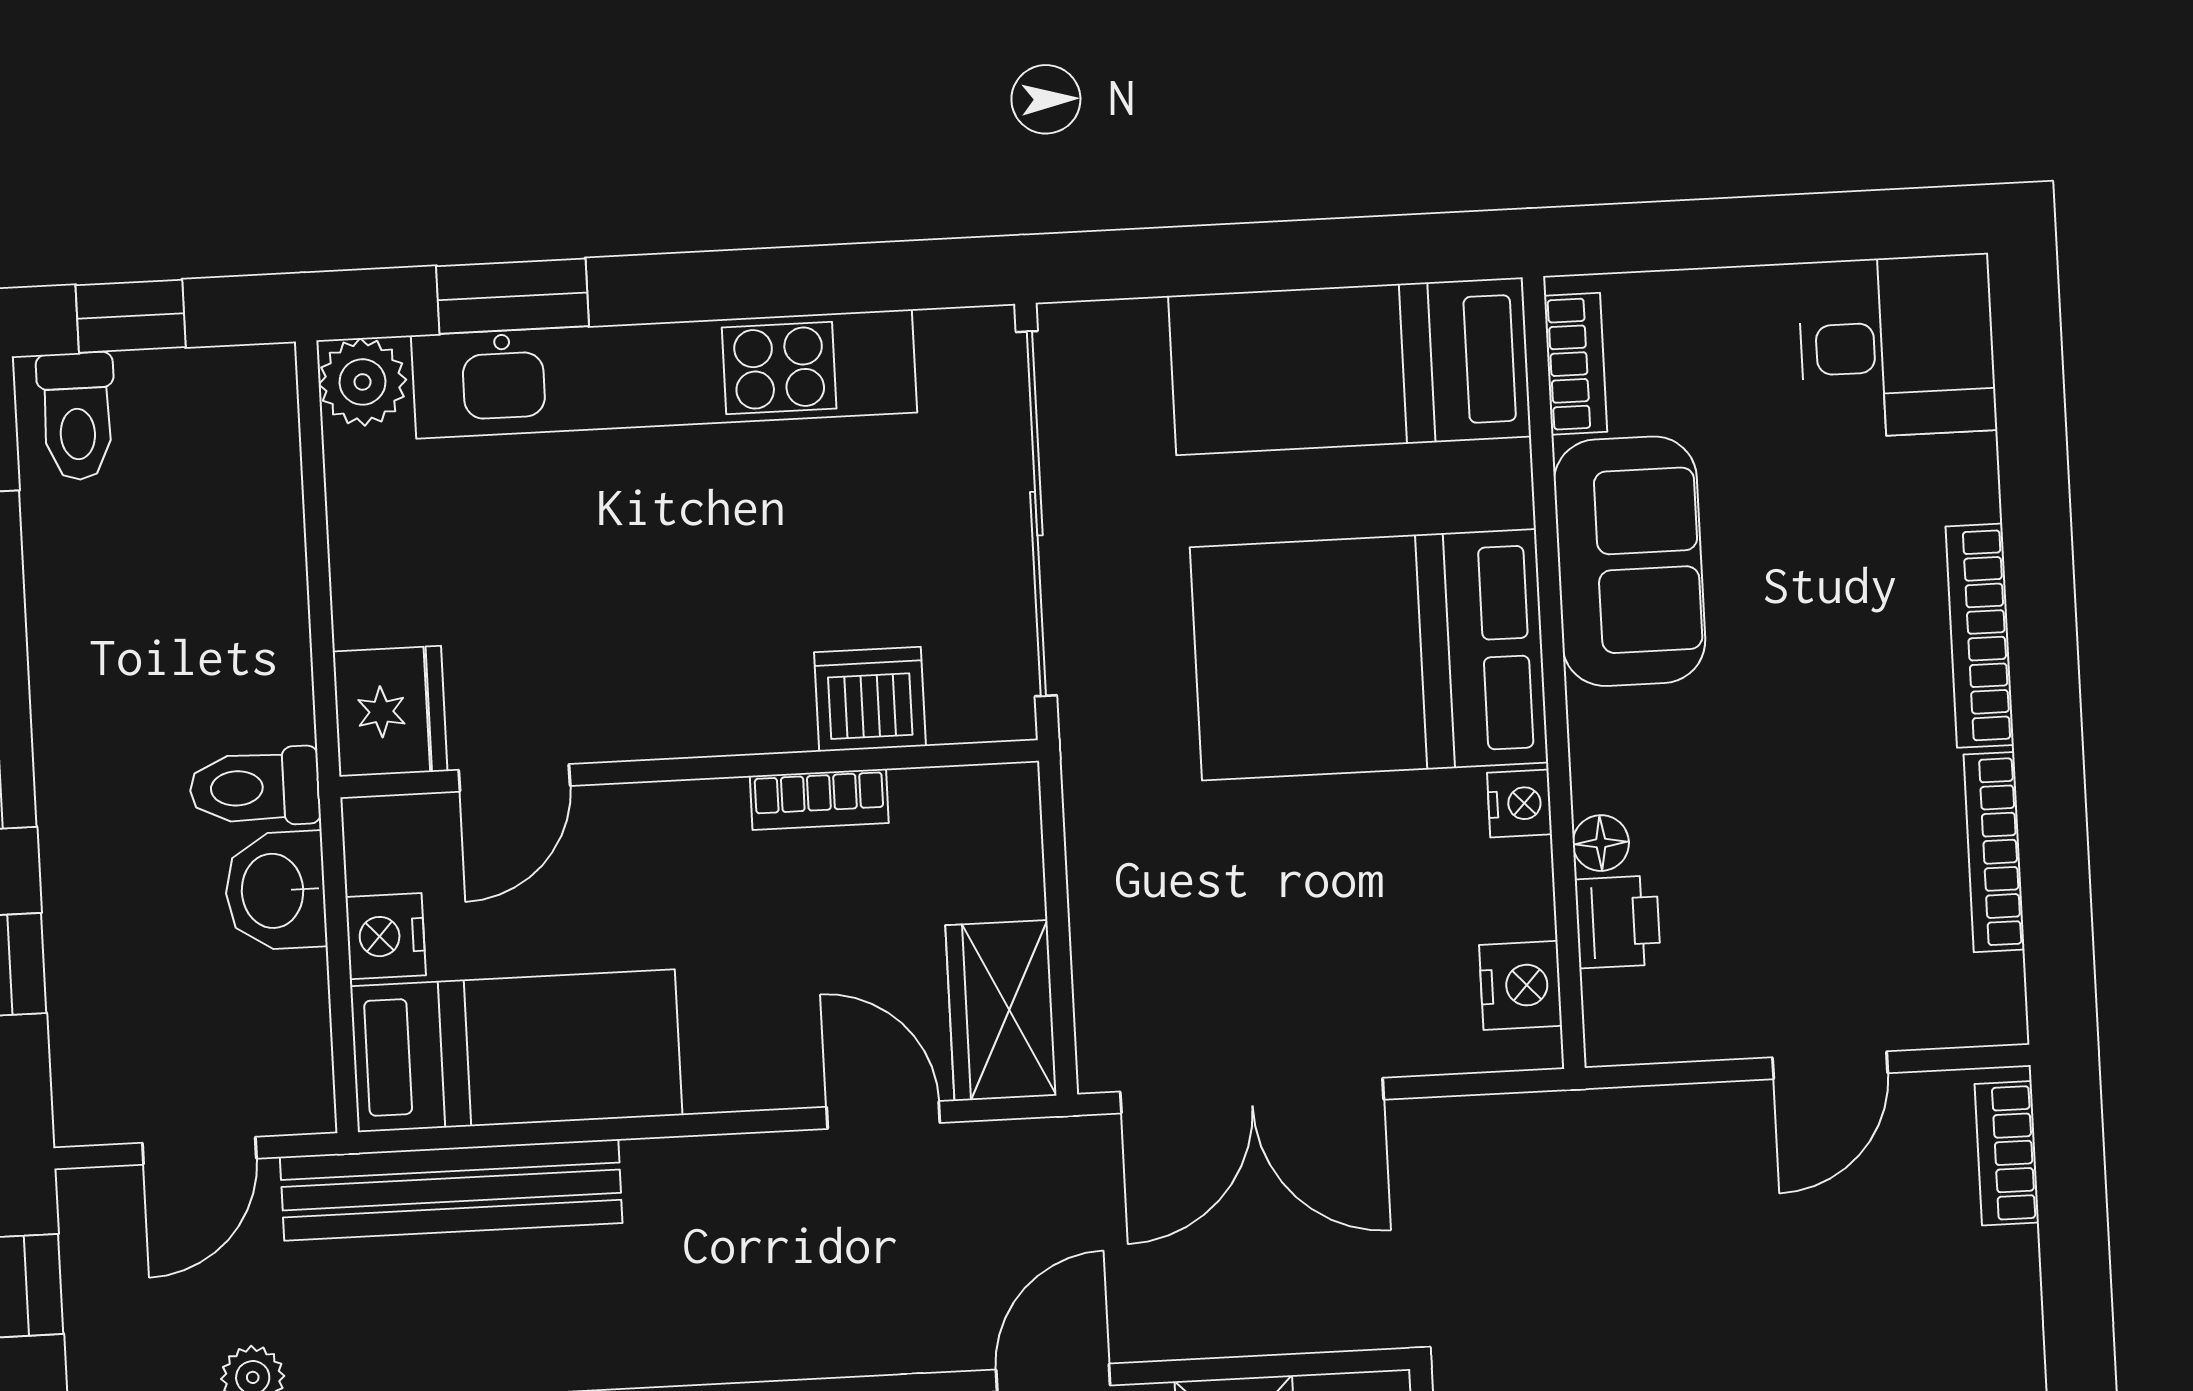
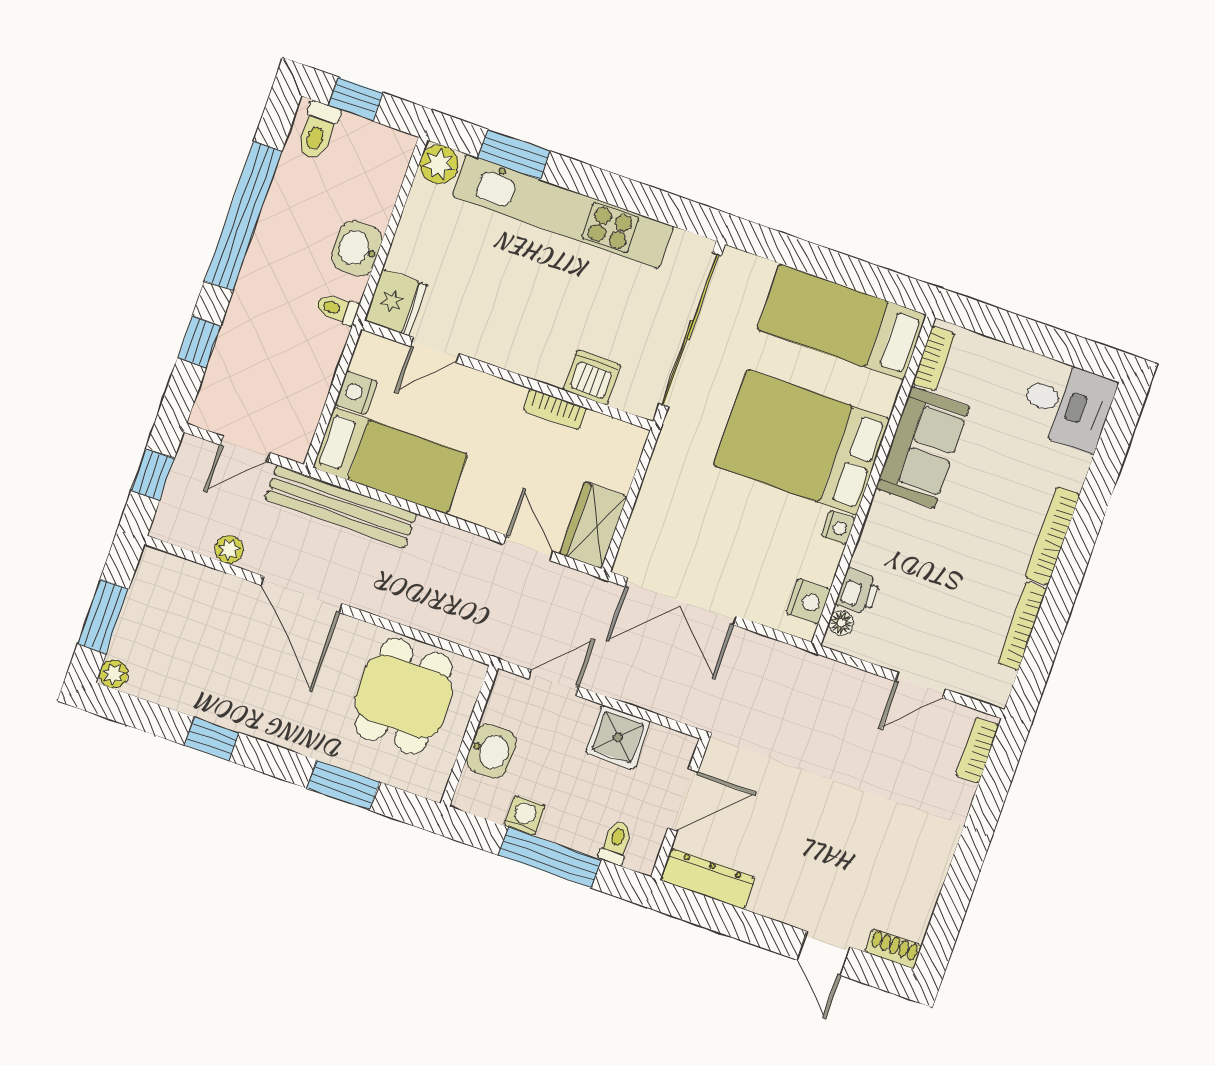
toilet: (255, 787) -> (337, 309), width x0.73, depth x0.72
floor lamp: (1601, 843) -> (841, 623), moved
washbasin: (275, 891) -> (357, 249), moved

